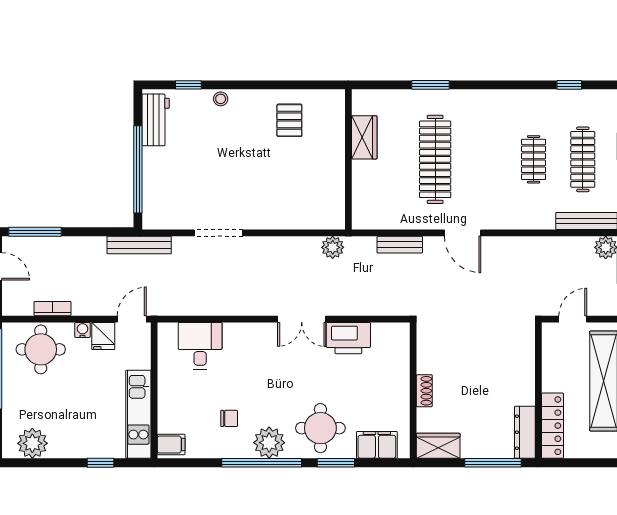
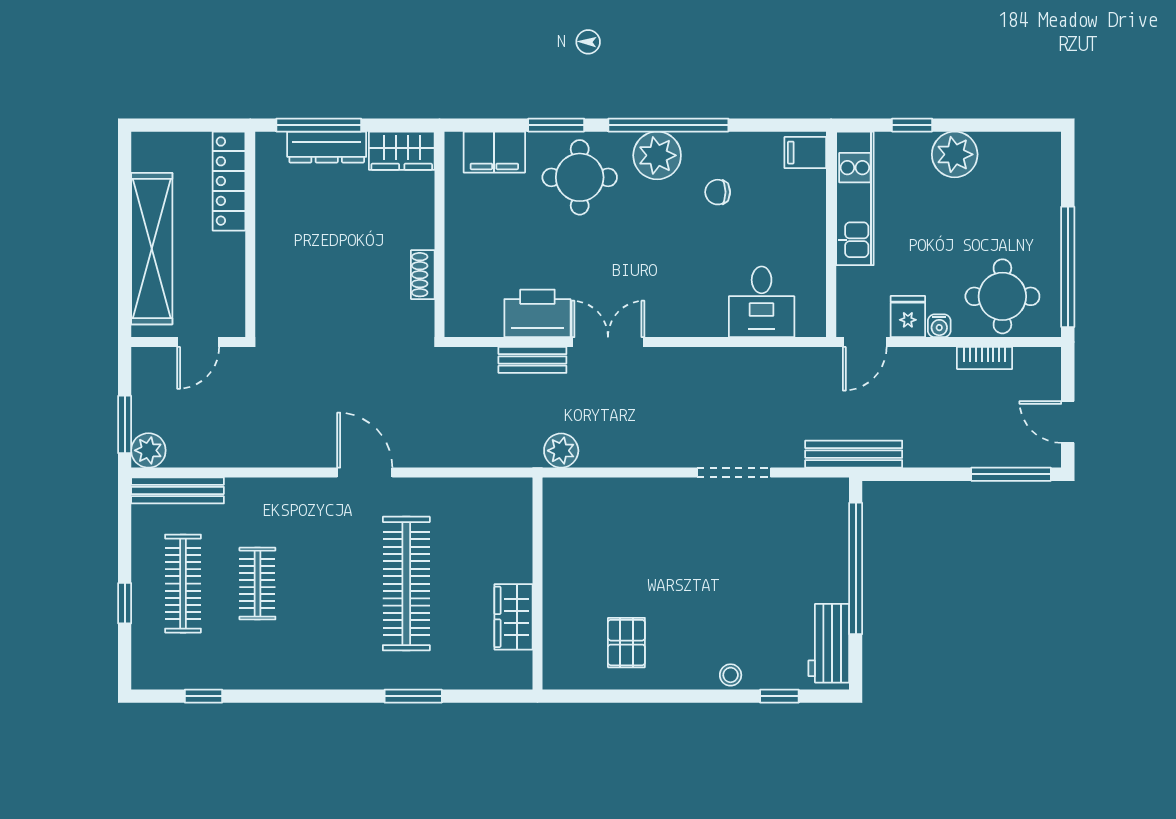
bench: (400, 245) -> (532, 360), moved
shoe rack: (424, 391) -> (423, 275), moved
dresser: (525, 432) -> (327, 147), moved, turned 90
plant: (32, 443) -> (955, 154), moved

